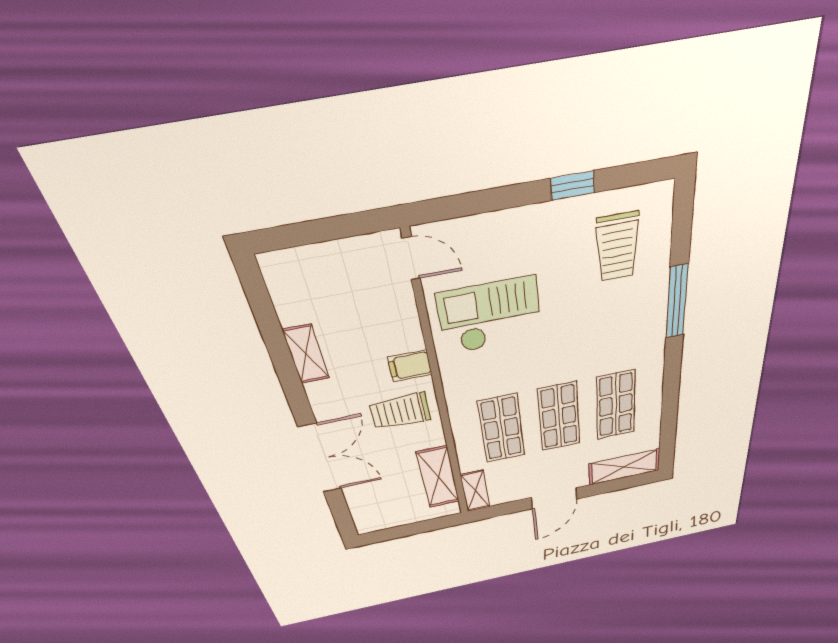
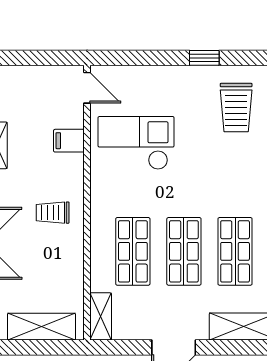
filing cabinet: (410, 366) -> (69, 141), moved
trolley: (400, 411) -> (53, 213), width x0.73, depth x0.72
shelving: (438, 477) -> (41, 327), moved, turned 90

